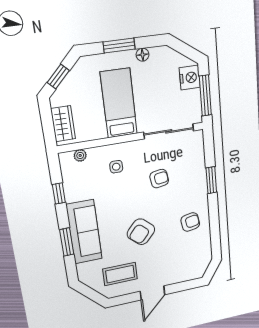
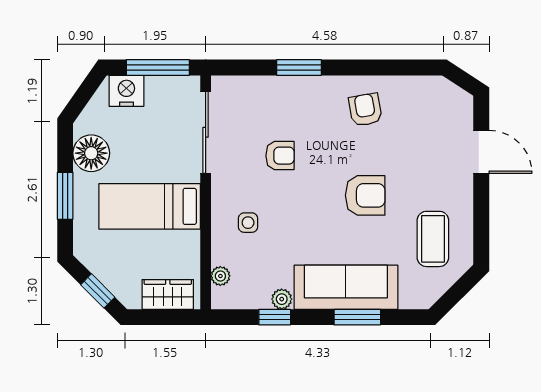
floor lamp: (143, 55) -> (91, 153), width x1.89, depth x1.89
armchair: (159, 179) -> (280, 156), turned 98
plant: (71, 196) -> (282, 299), added
armchair: (141, 232) -> (365, 195), turned -42
door: (153, 293) -> (481, 152), moved

